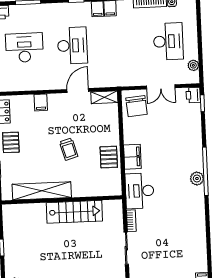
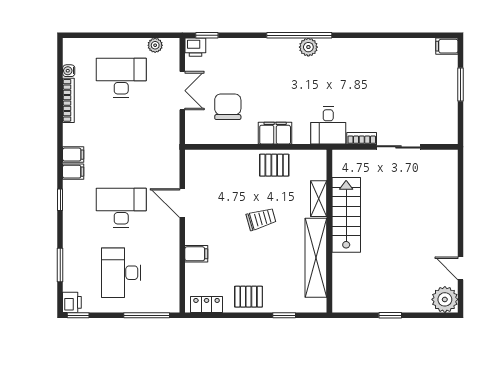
shelving: (104, 97) -> (319, 199), moved
chair: (137, 106) -> (228, 107), moved, turned -85
desk: (140, 191) -> (328, 125), width x0.73

